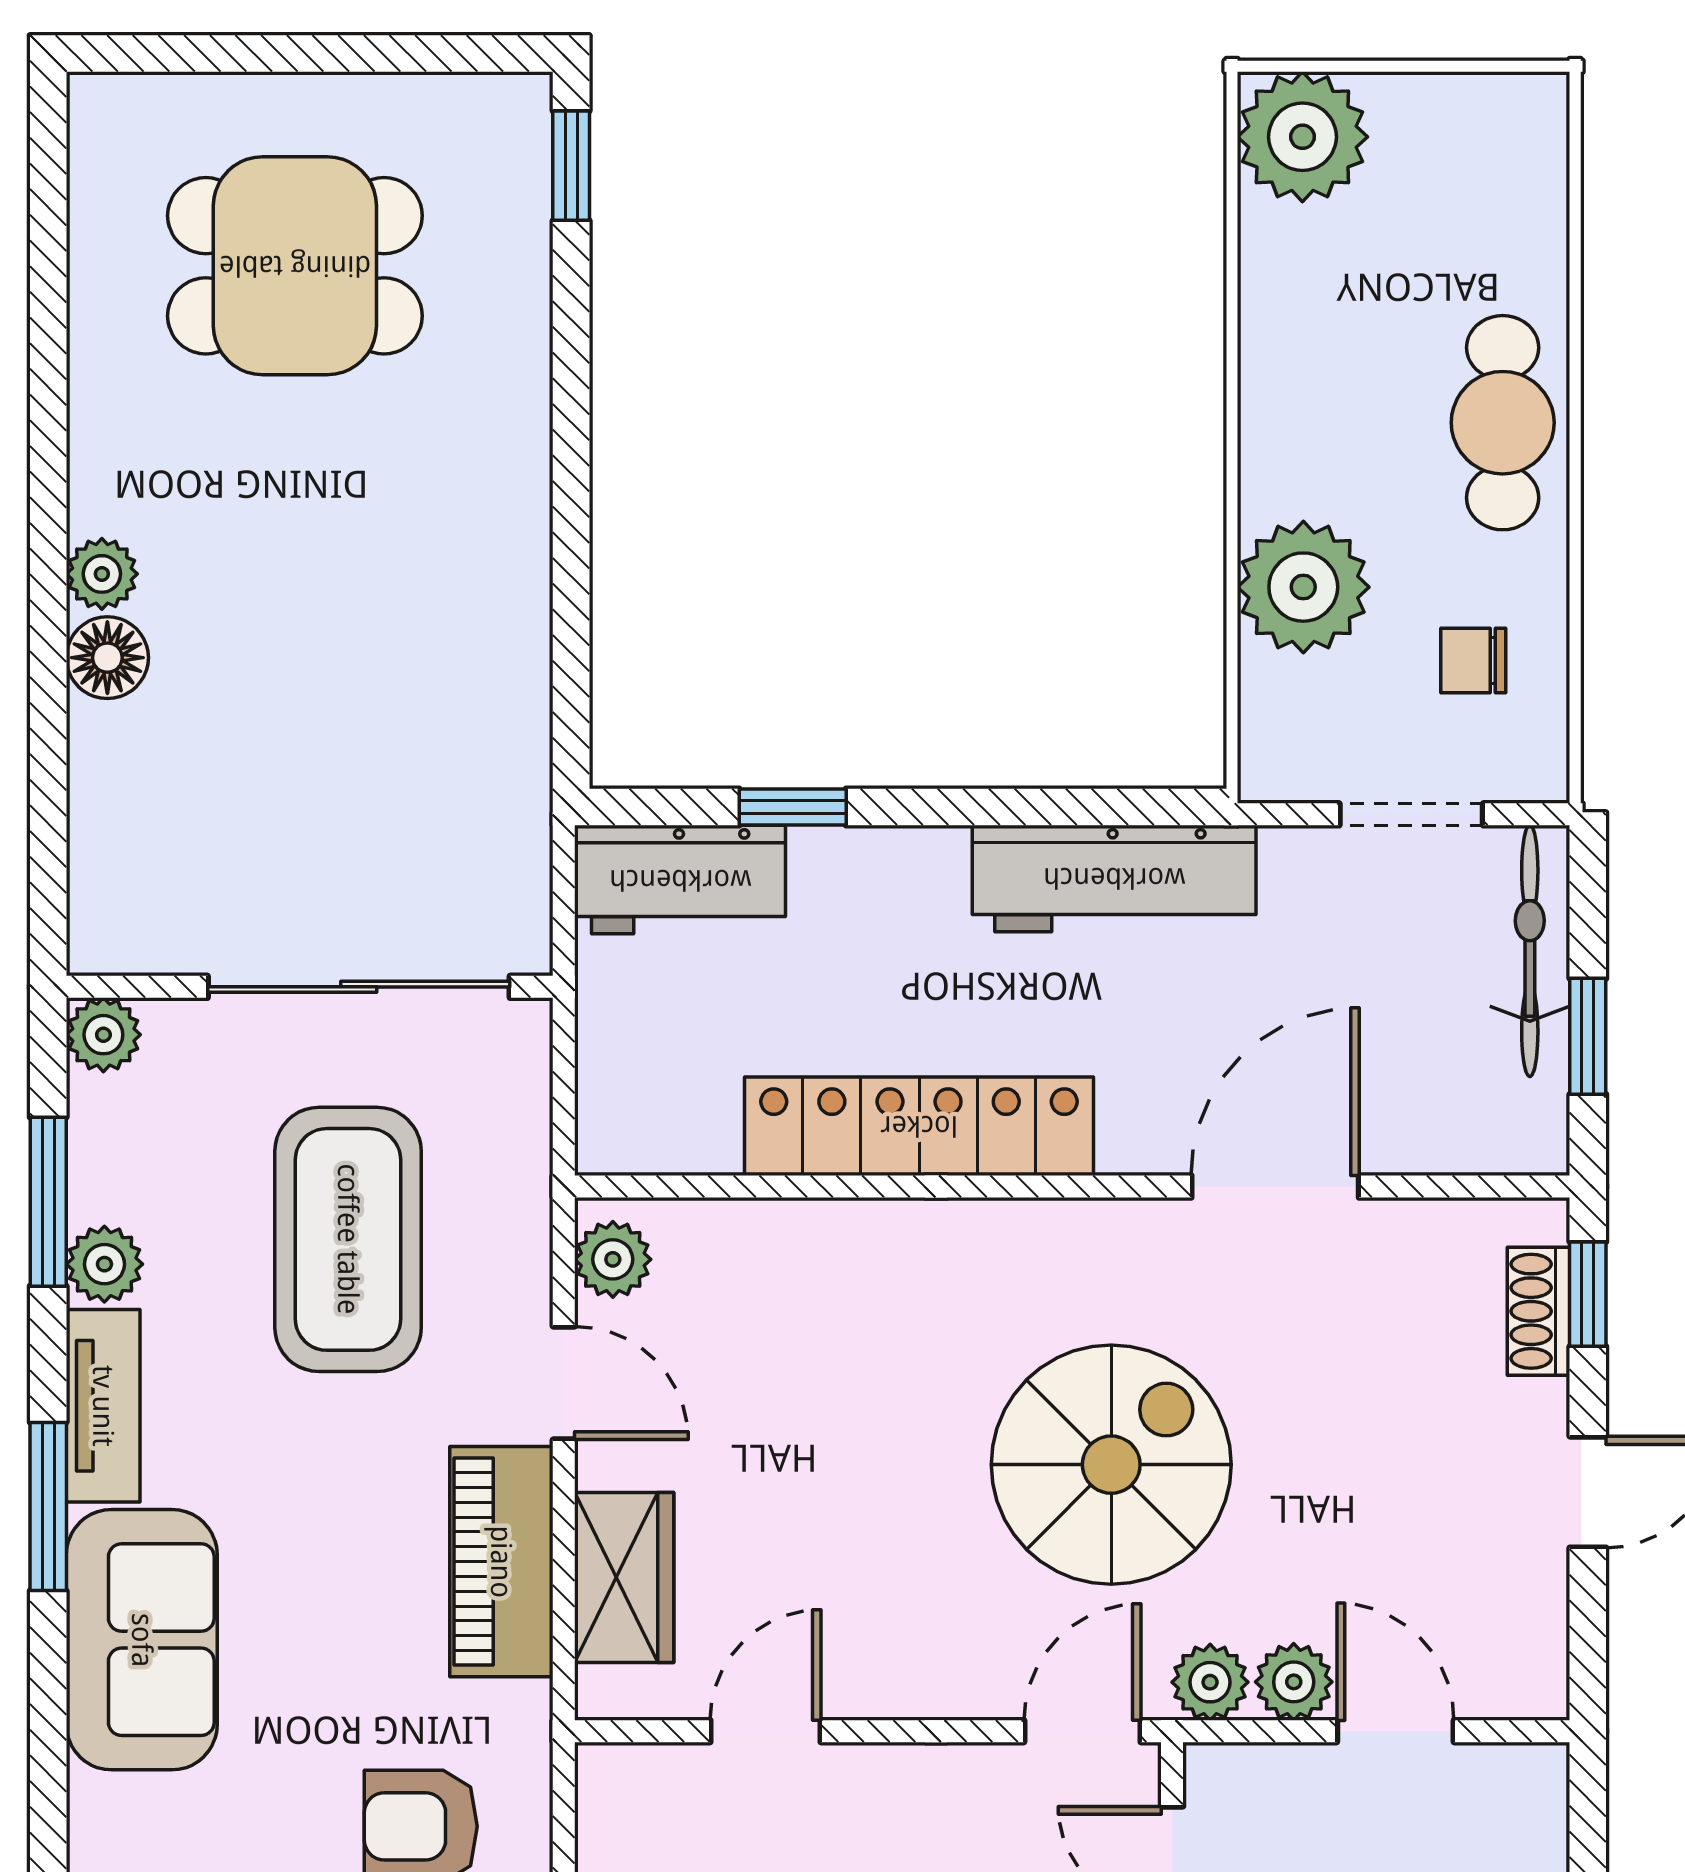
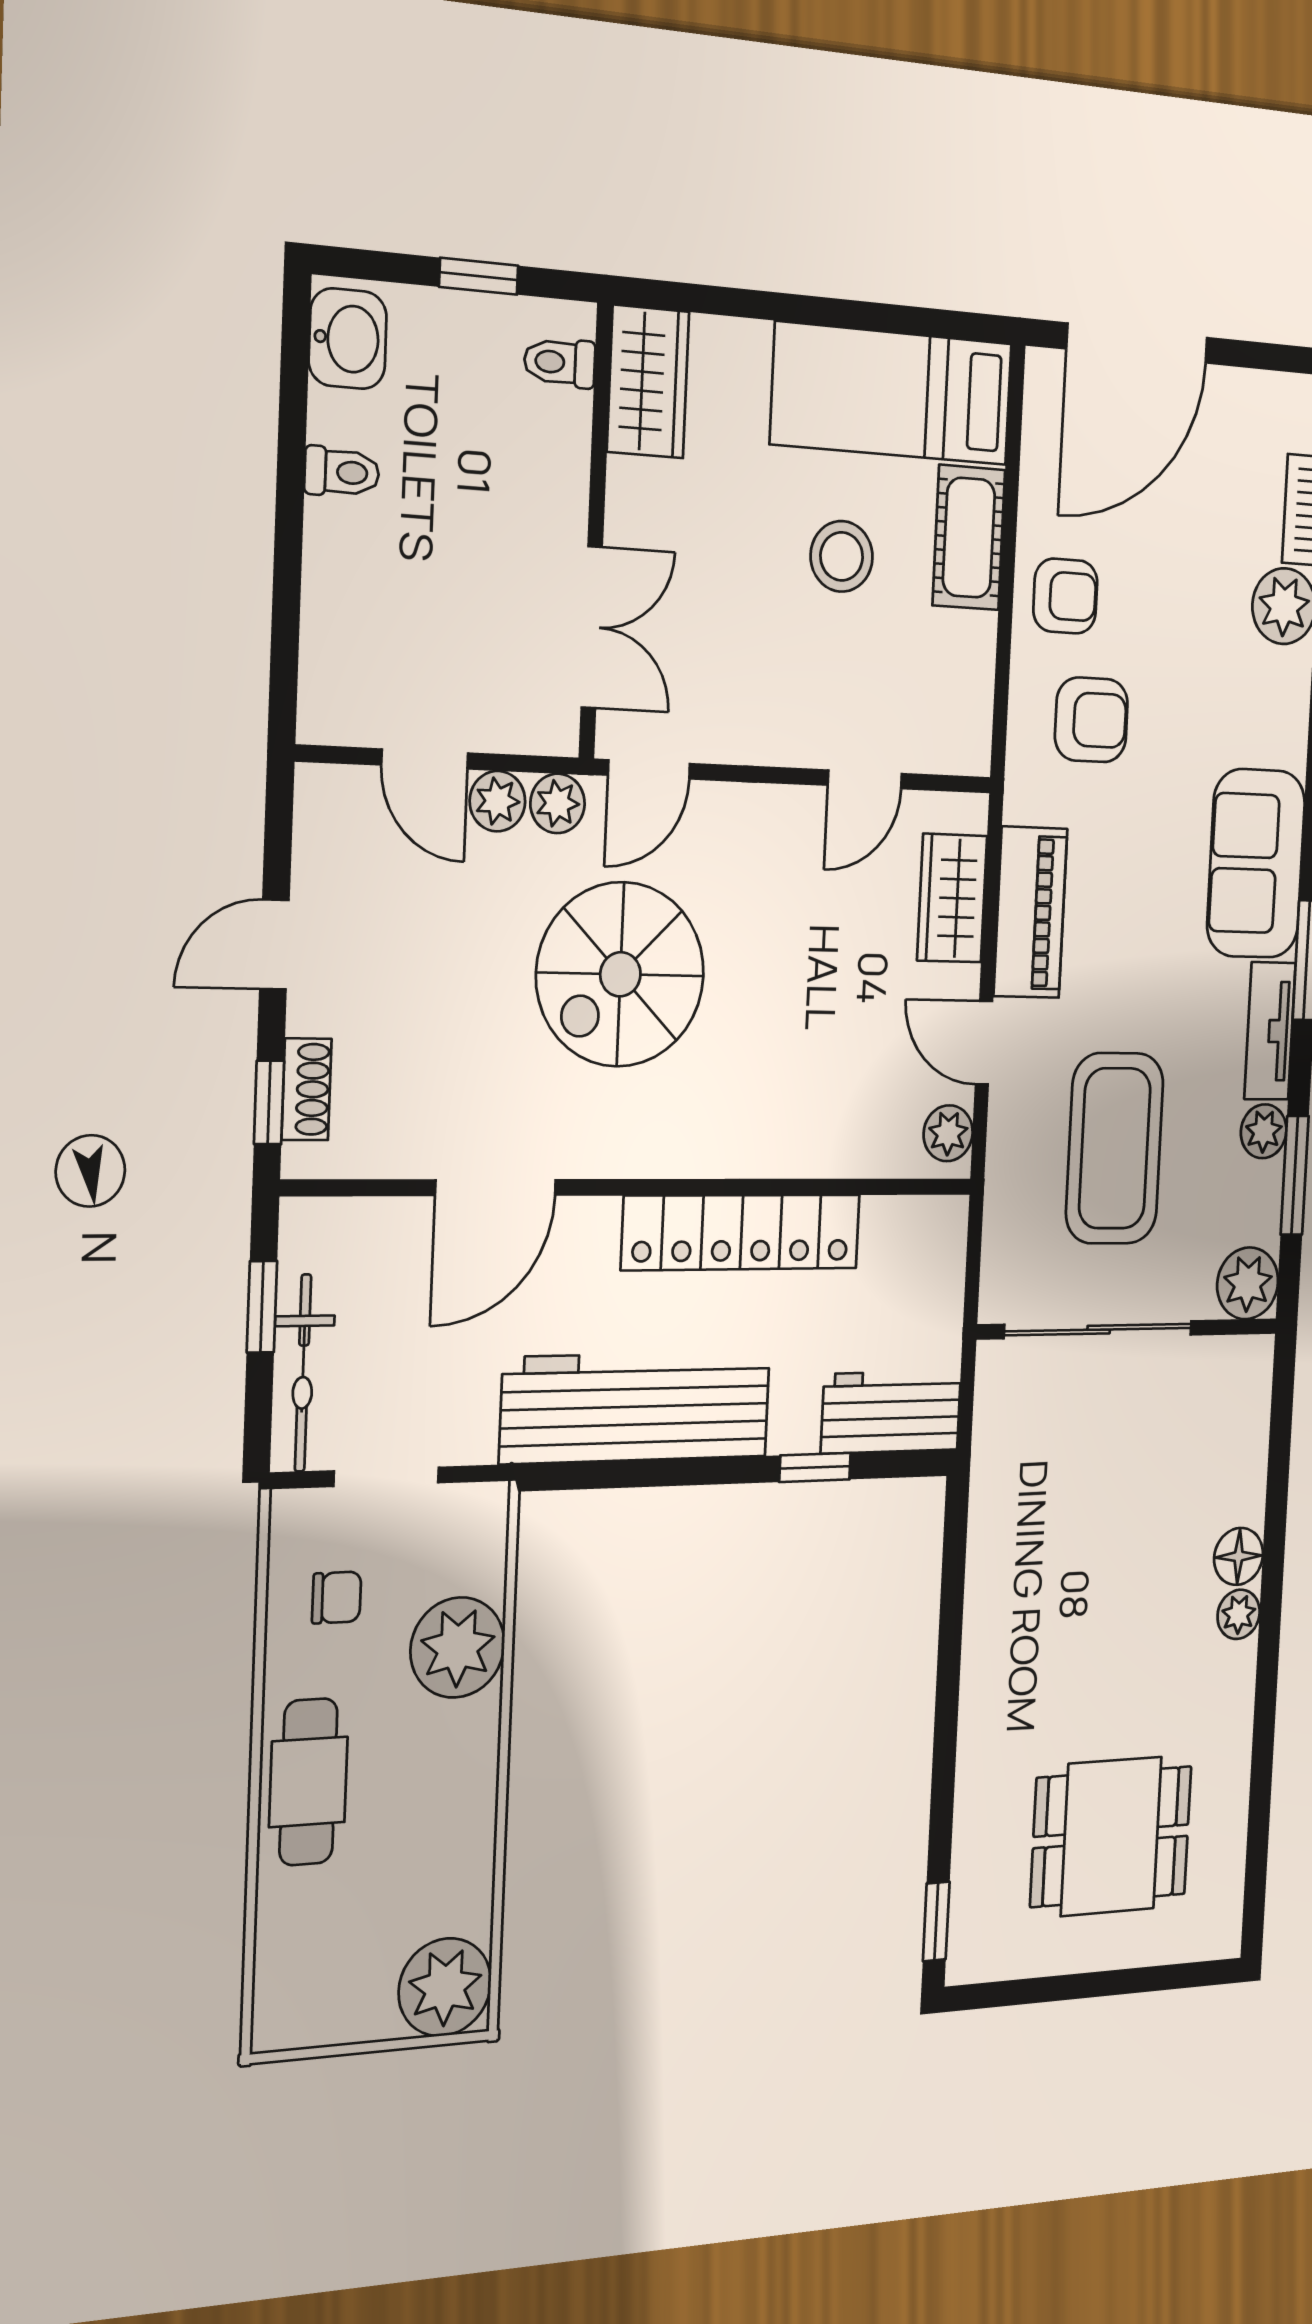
workbench: (1114, 878) -> (636, 1407), width x1.36, depth x1.32
plant: (103, 1035) -> (1248, 1283), width x1.38, depth x1.38

